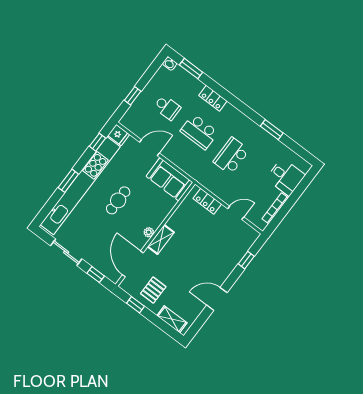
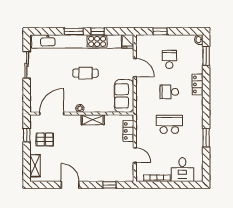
school desk: (167, 107) -> (169, 59), turned 180
school desk: (199, 132) -> (169, 92), width x0.54
window: (98, 142) -> (98, 31), moved
shelving: (161, 240) -> (93, 120), moved
window: (96, 275) -> (27, 95), removed

